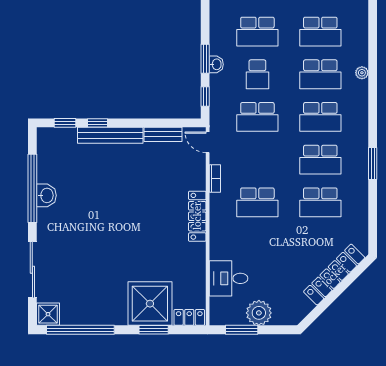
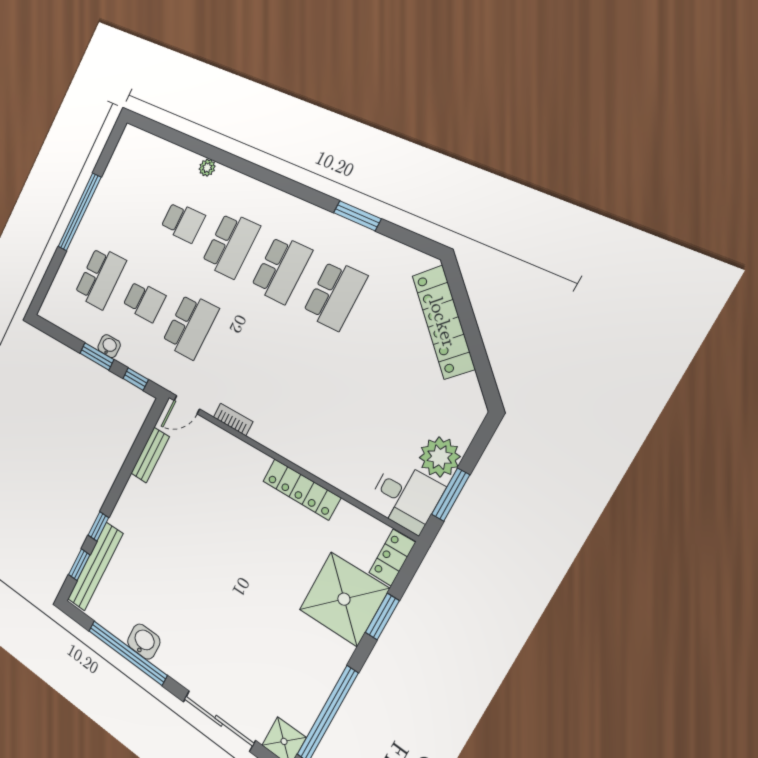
school desk: (320, 32) -> (137, 200), removed
school desk: (320, 74) -> (183, 222), width x0.54
bench: (110, 135) -> (95, 567), moved
window: (373, 163) -> (357, 216), moved
school desk: (257, 202) -> (290, 380), removed
locker: (197, 216) -> (301, 489), moved
desk: (228, 278) -> (406, 496), moved, turned -90

